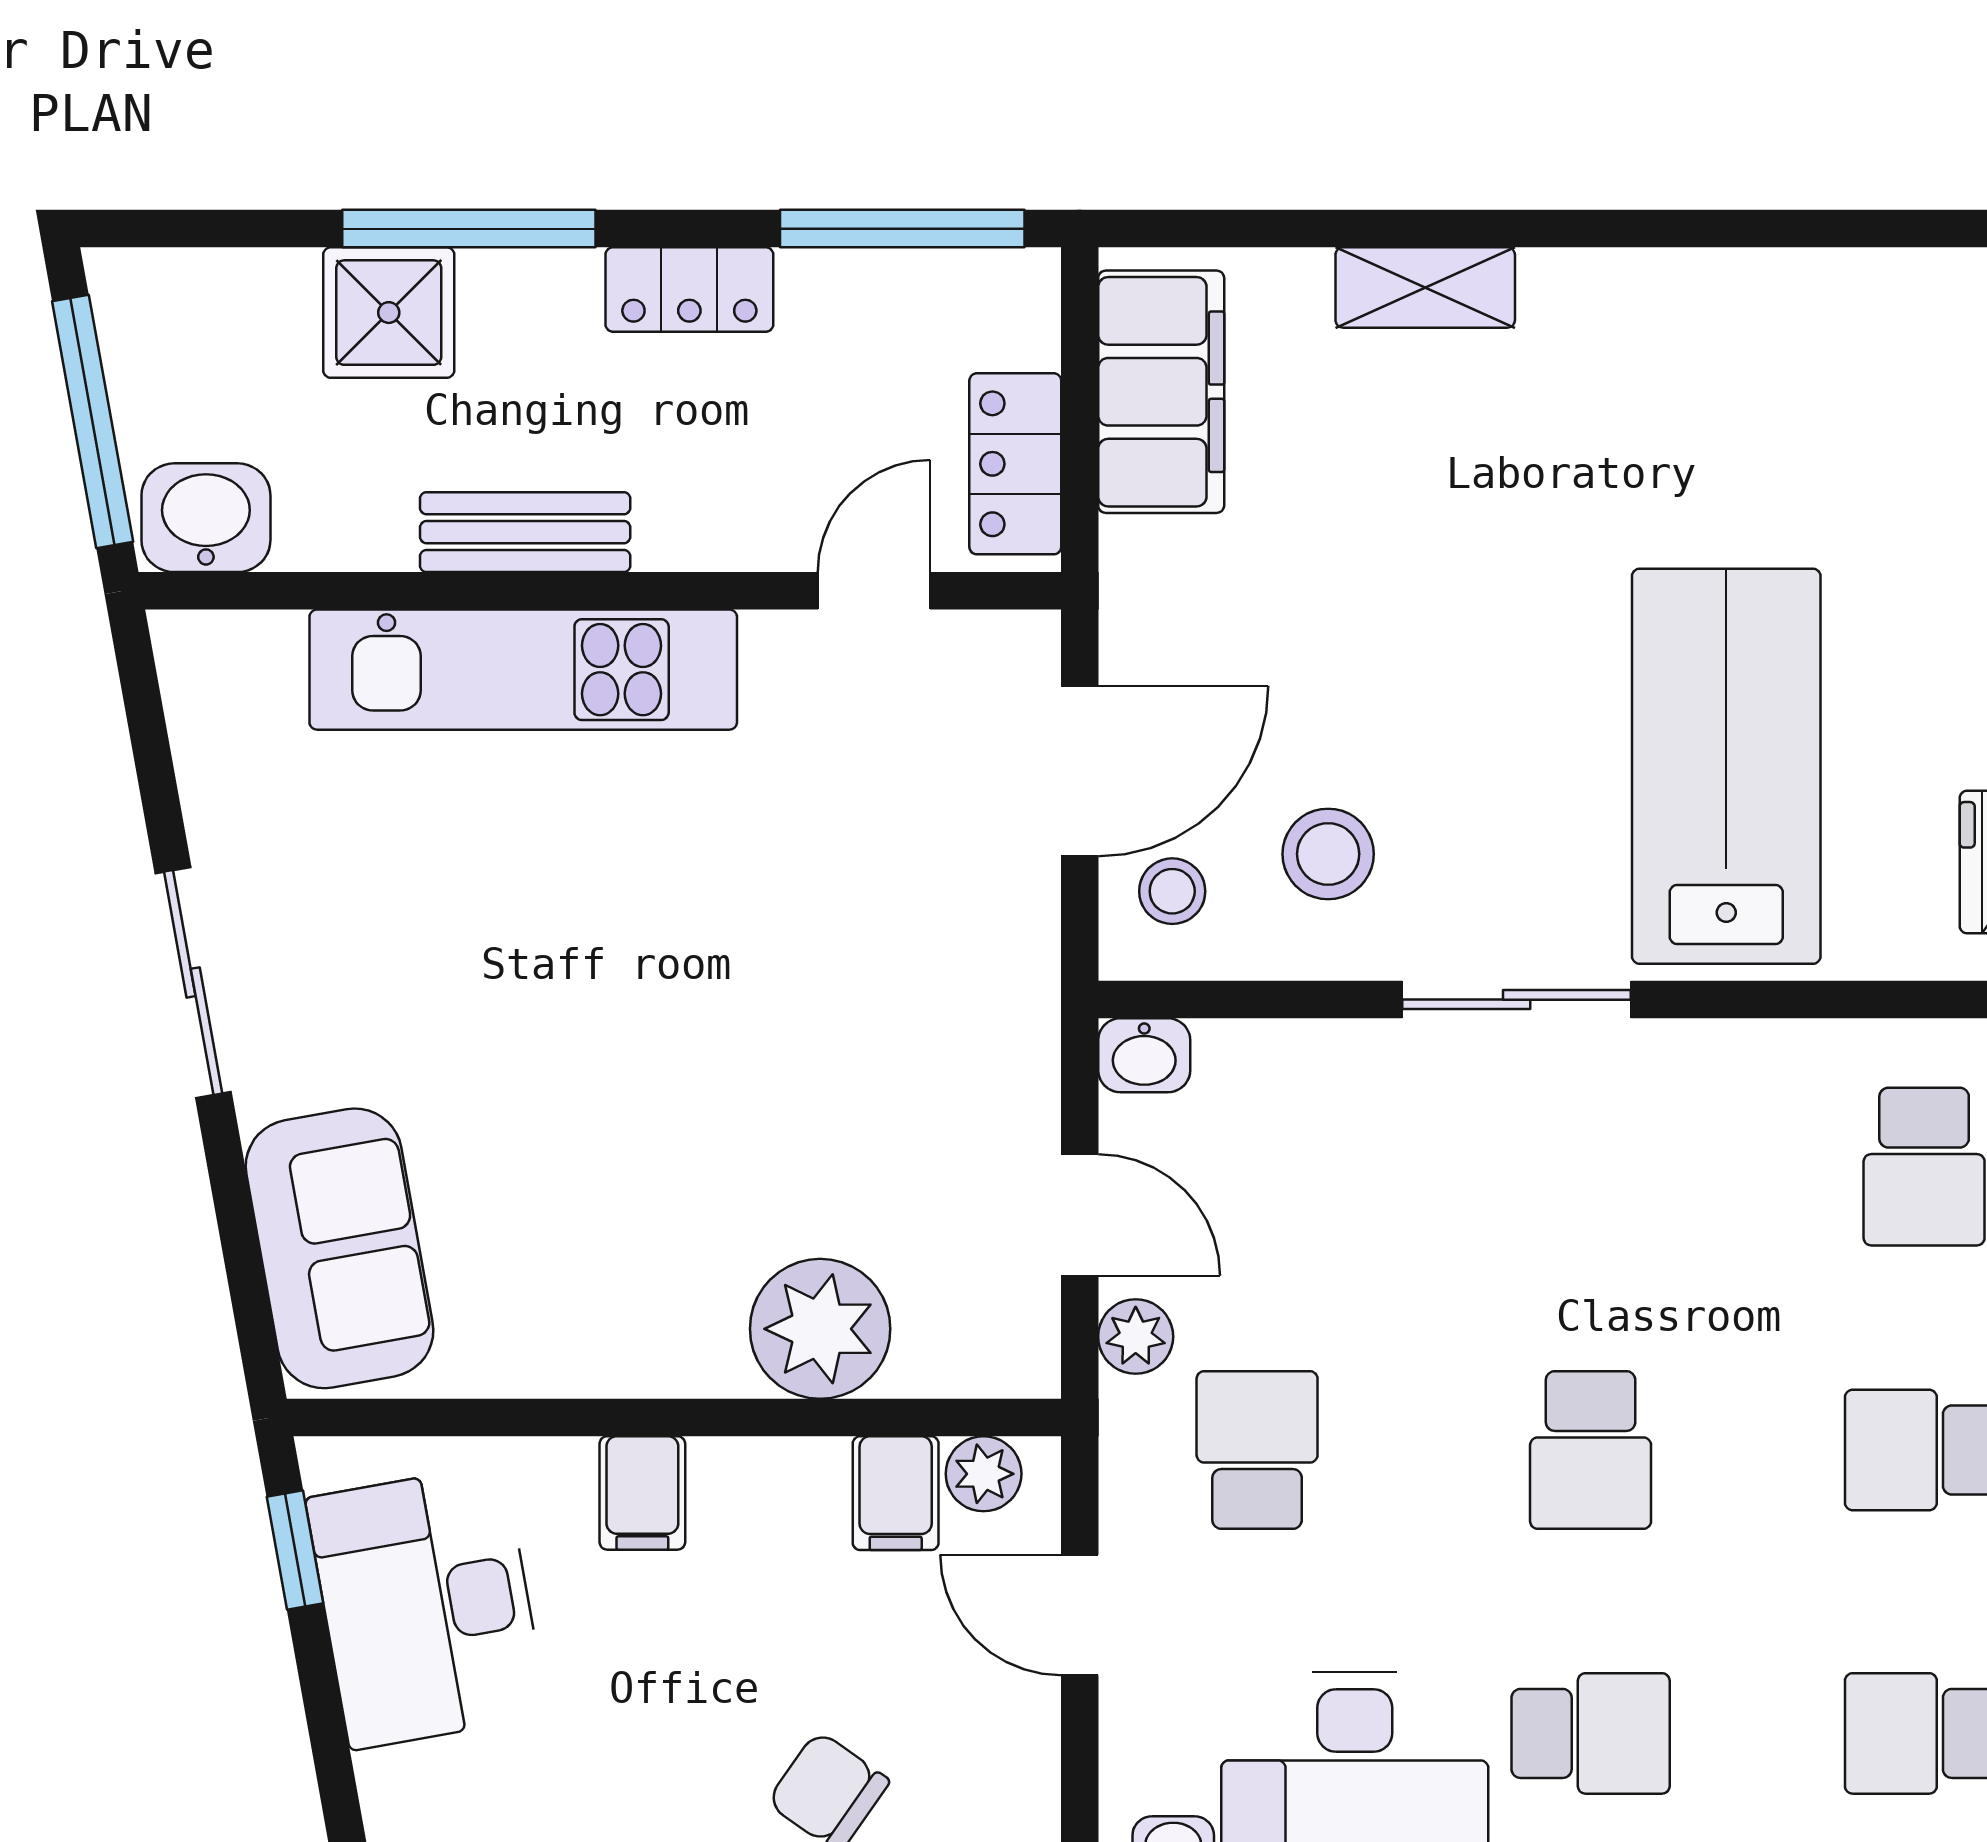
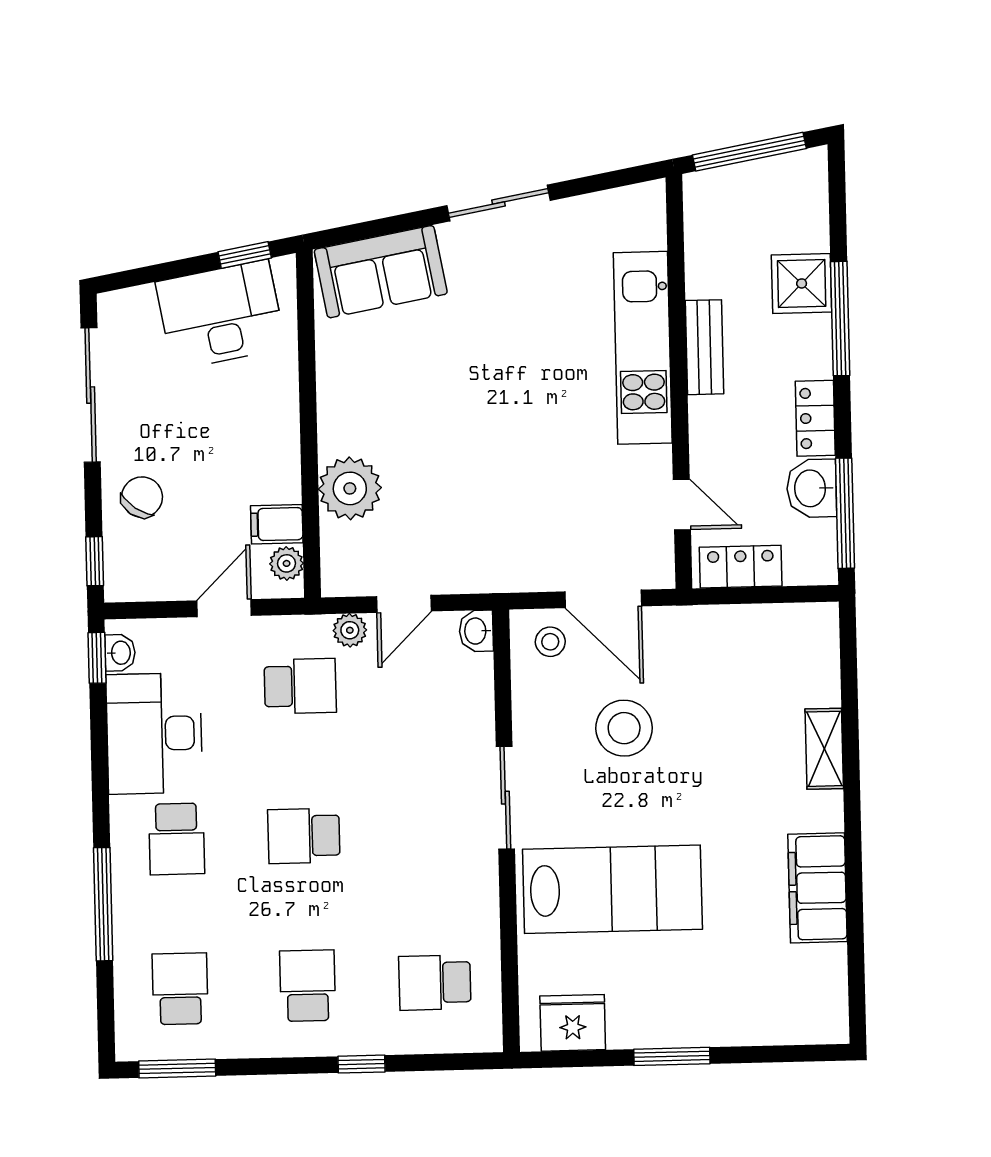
filing cabinet: (1161, 392) -> (817, 888), moved, turned 90
washbasin: (206, 518) -> (811, 488), moved, turned 180
stool: (1328, 854) -> (624, 728), moved, width x1.38, depth x1.38
filing cabinet: (642, 1493) -> (274, 410), removed

